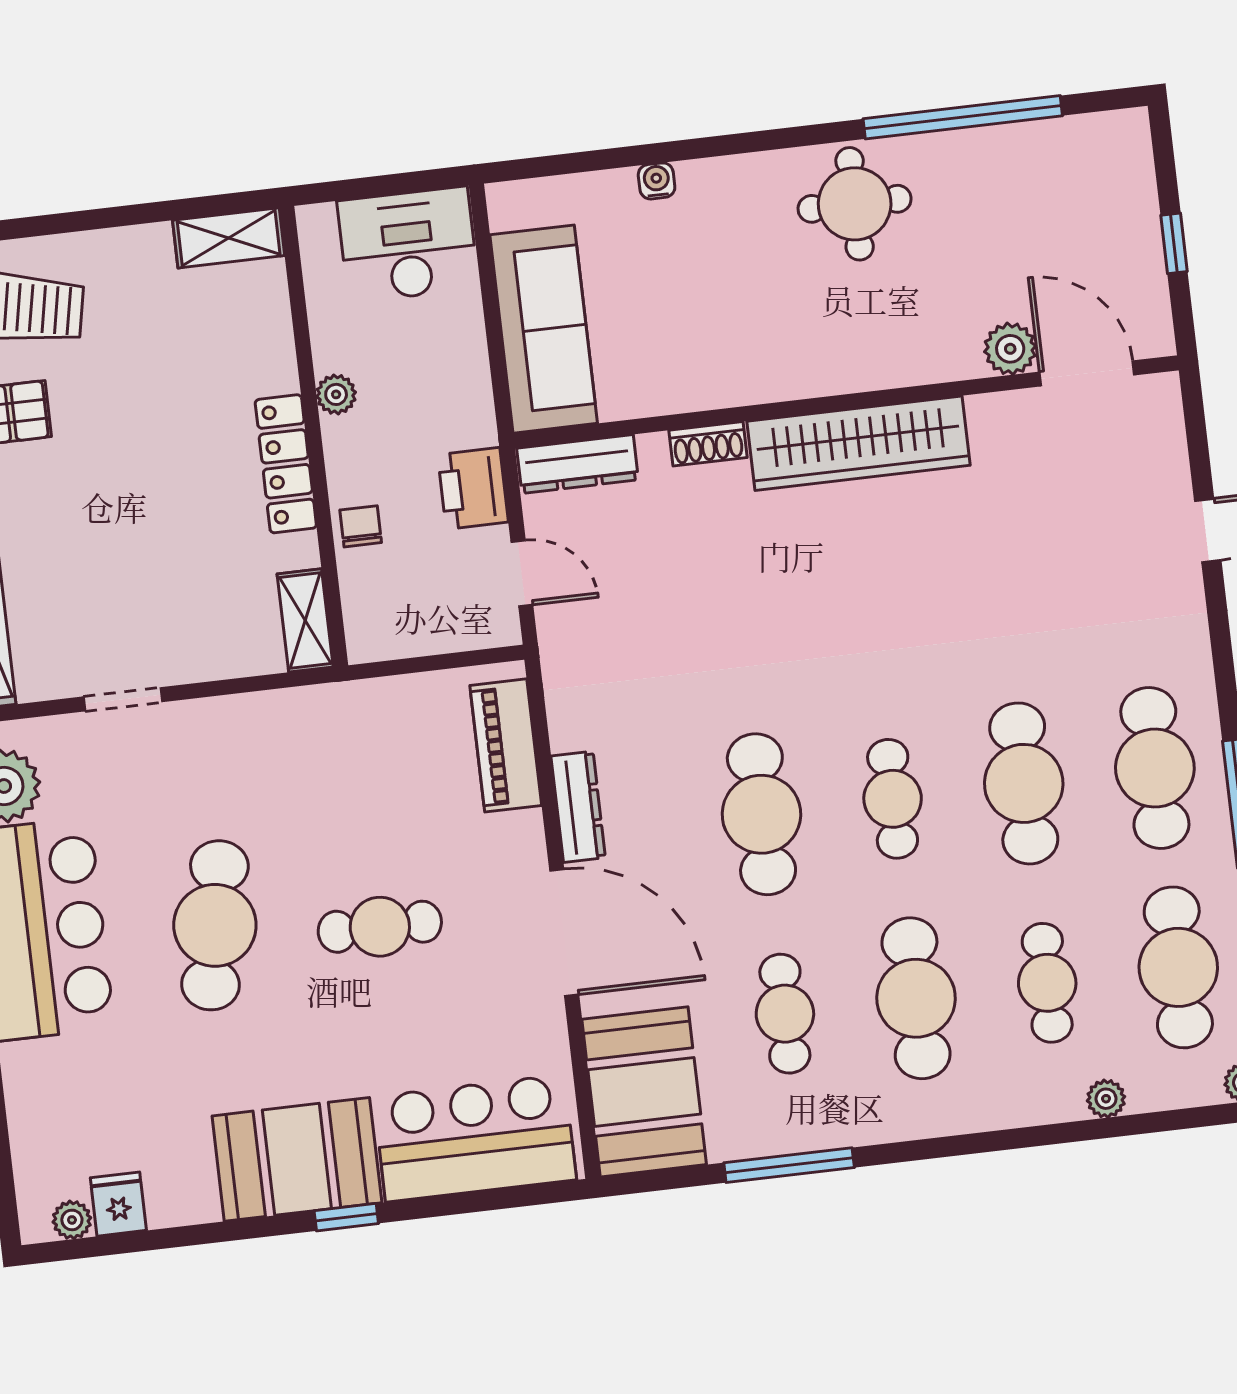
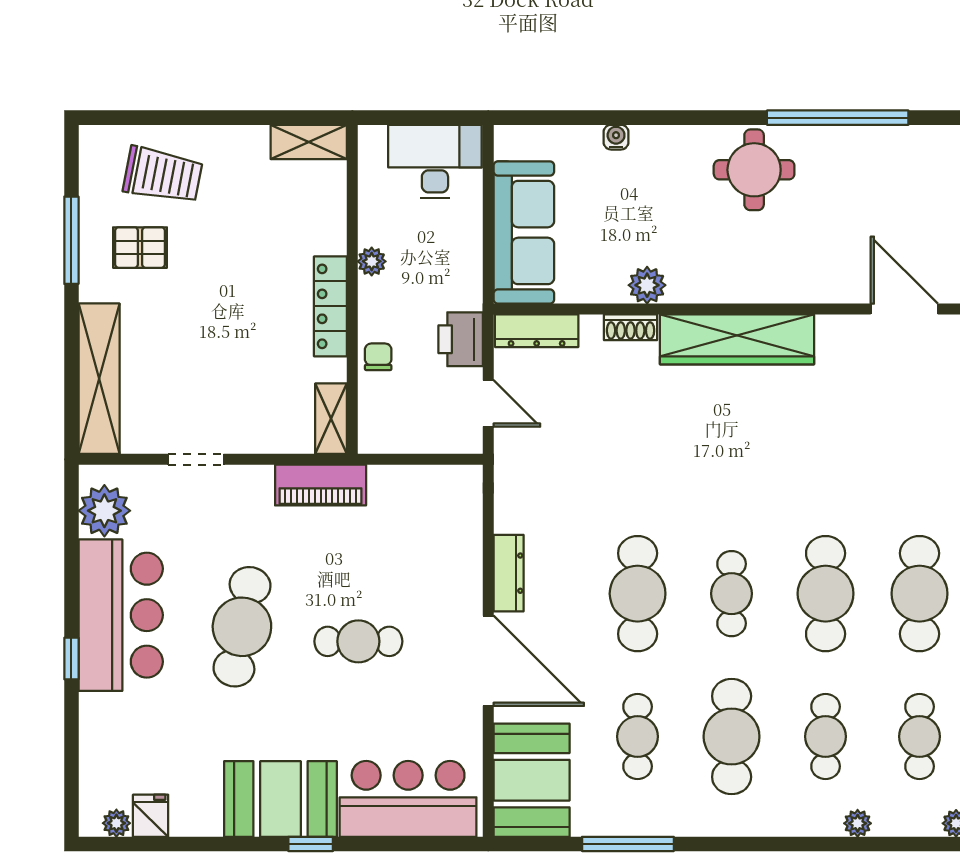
plant: (1010, 349) -> (647, 285), moved
piano: (506, 745) -> (321, 485), moved, turned -90
cafe table: (1178, 967) -> (920, 737), width x0.73, depth x0.74

